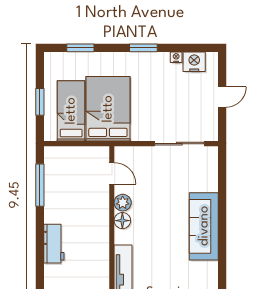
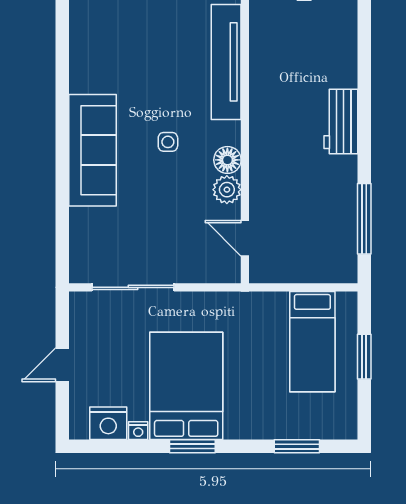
bed: (108, 109) -> (186, 386), moved, turned 180
side table: (158, 231) -> (168, 142), added

